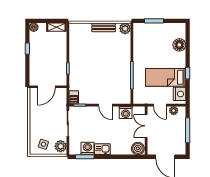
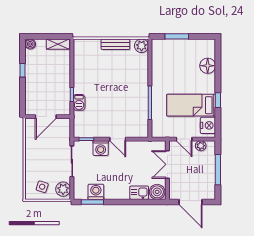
barbecue: (74, 97) -> (79, 102), moved
washing machine: (126, 112) -> (101, 148), moved
kitchen sink: (102, 149) -> (139, 193), moved

